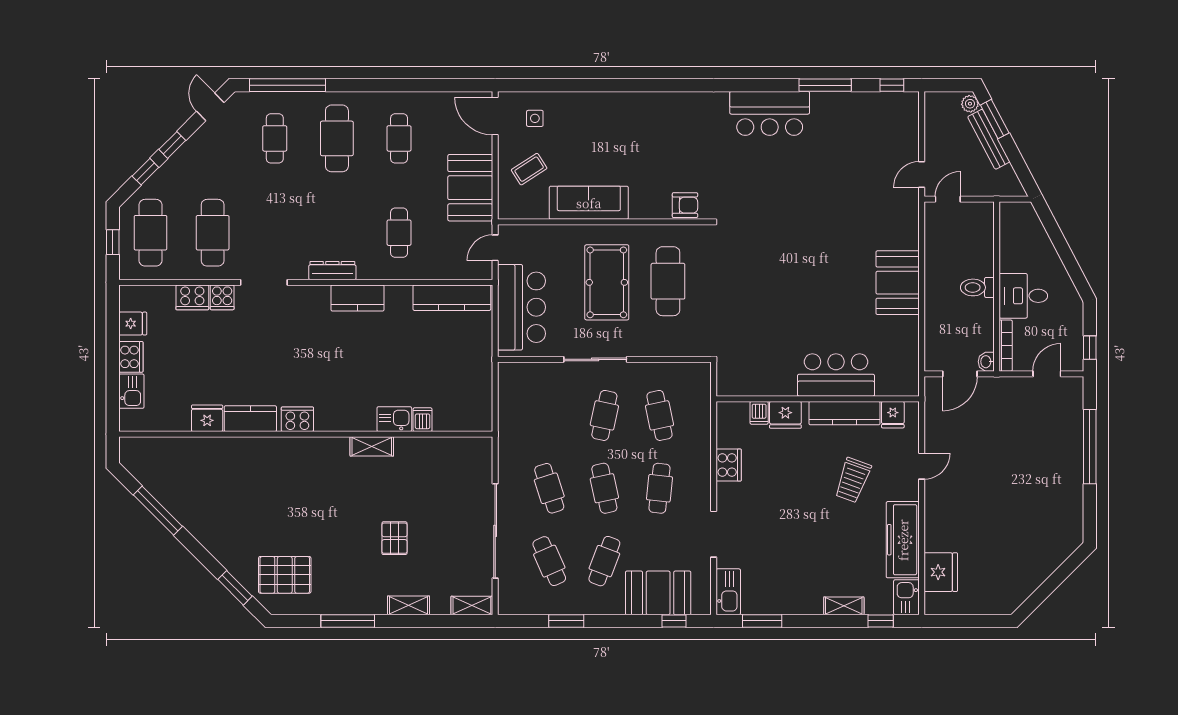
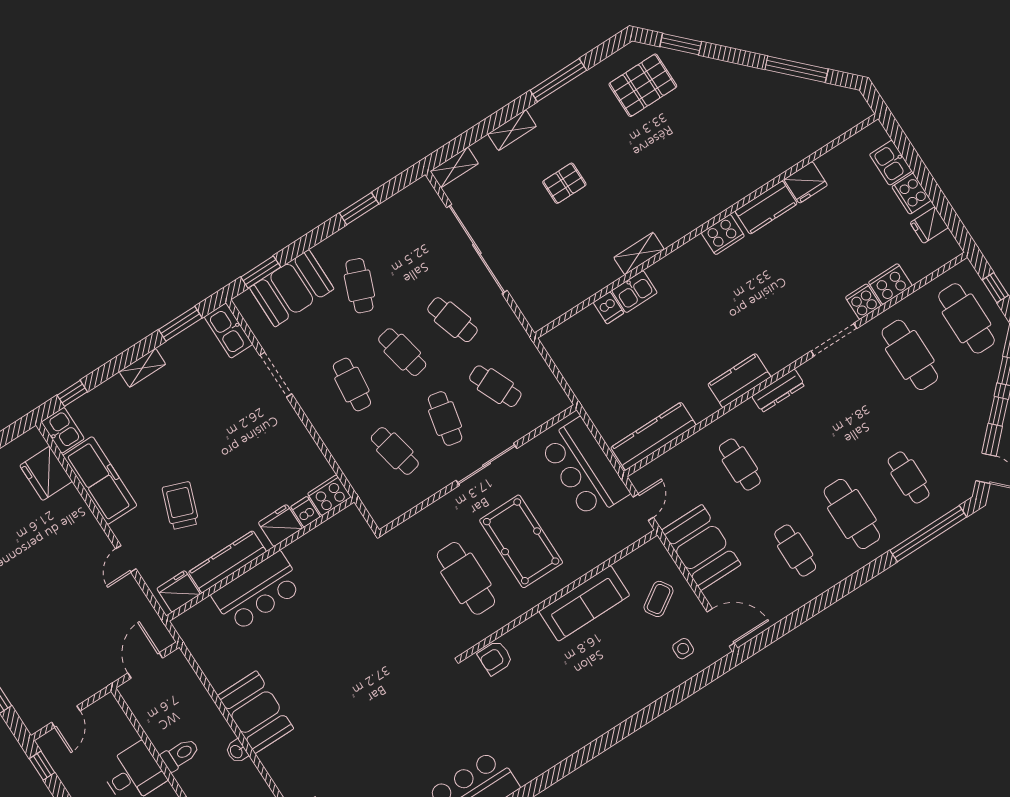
bookcase: (1006, 346) -> (120, 718), removed
washbasin: (986, 362) -> (237, 751), moved, turned 180
fridge: (893, 415) -> (178, 591), width x1.38
cooker: (729, 465) -> (329, 495), moved, turned 90
pallet: (394, 538) -> (564, 183), turned 90
cafe table: (549, 561) -> (495, 386), moved
shelving: (844, 606) -> (142, 368), moved
window: (674, 621) -> (261, 272), width x1.50

